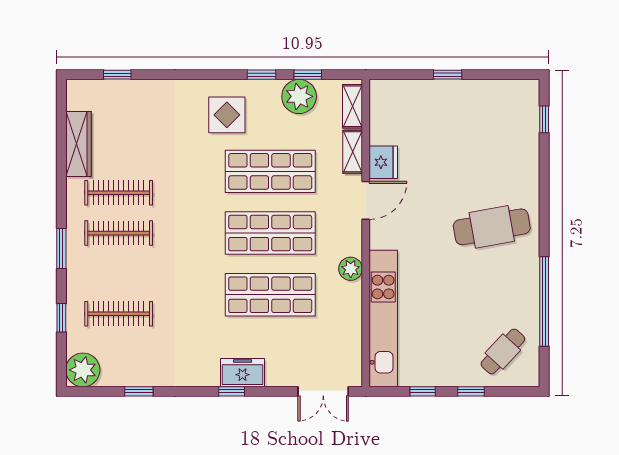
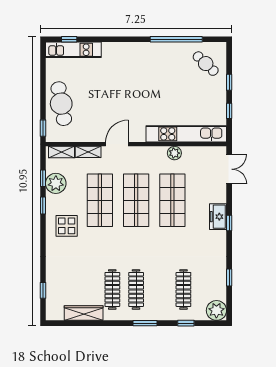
window: (448, 75) -> (43, 128), moved
kitchen unit: (526, 126) -> (73, 50), added
fridge: (383, 162) -> (94, 134), removed
door: (366, 200) -> (117, 144), hinge flipped
cafe table: (492, 227) -> (61, 104), moved
plant: (351, 269) -> (174, 153), moved

